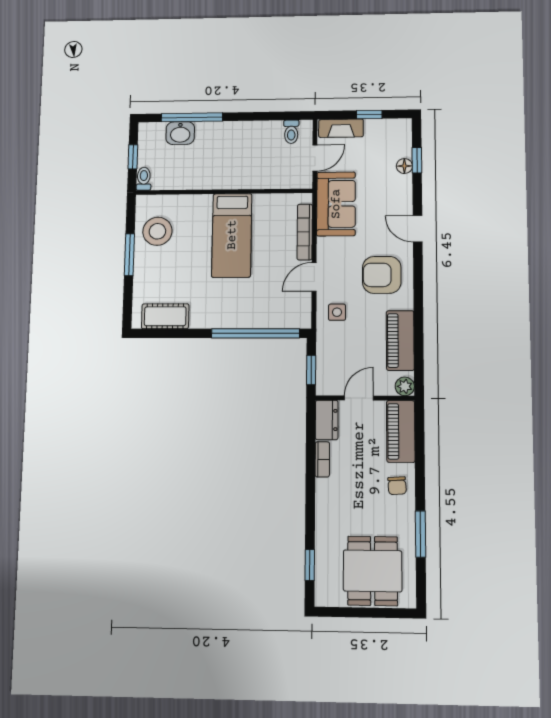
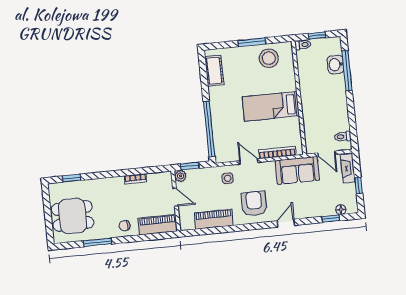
floor lamp: (404, 166) -> (341, 210), moved
plant: (405, 386) -> (181, 176), moved
dresser: (327, 420) -> (160, 179), removed

